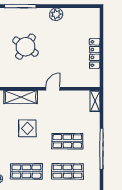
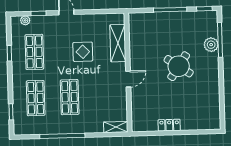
plant: (56, 14) -> (211, 45), moved
round table: (26, 47) -> (179, 66), moved
locker: (95, 53) -> (169, 125), width x0.66
door: (53, 89) -> (128, 79), hinge flipped

